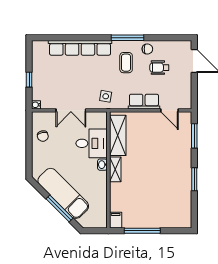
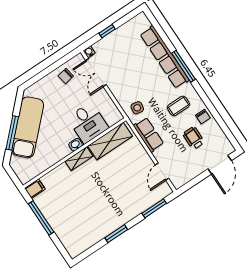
window: (127, 38) -> (183, 66), moved
row of seats: (144, 102) -> (149, 135), moved
double door: (71, 110) -> (96, 73), moved

